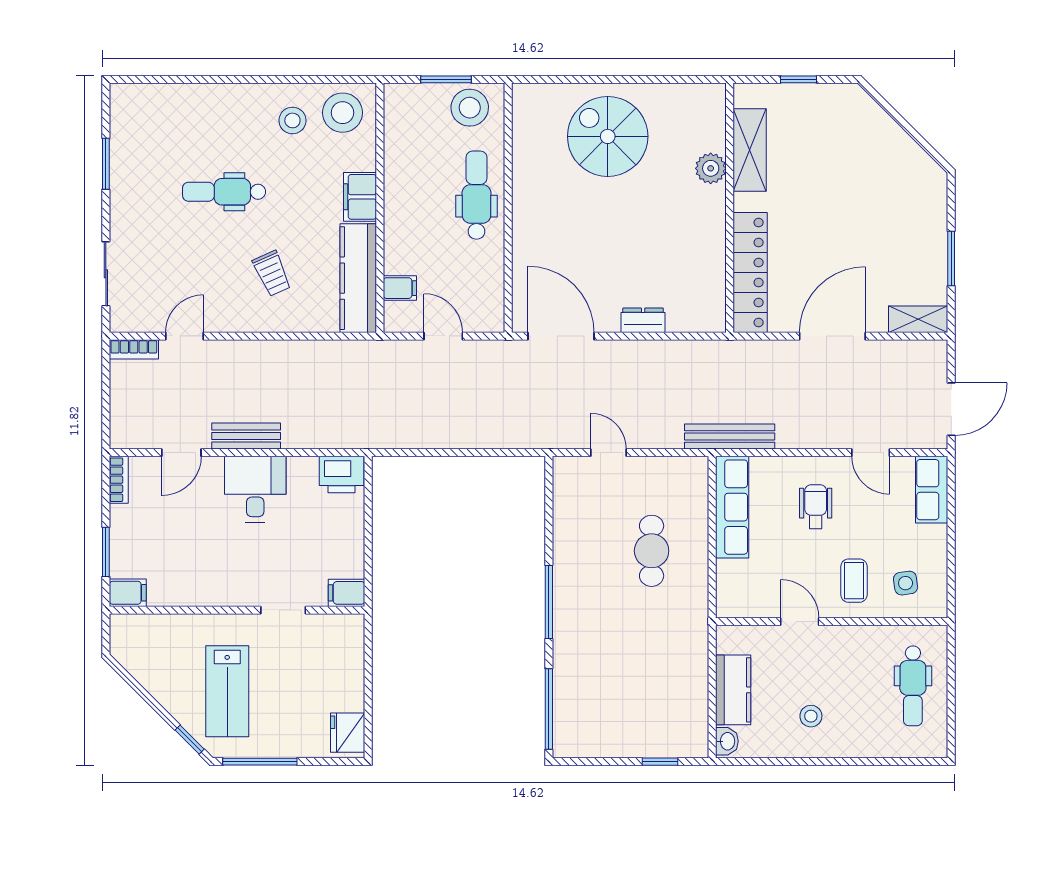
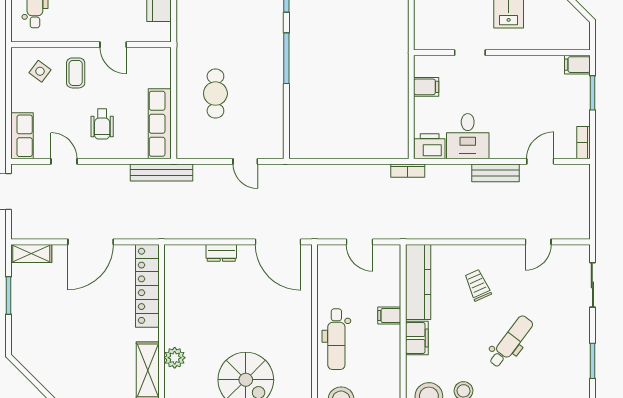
dental chair: (224, 192) -> (511, 342), turned -53
filing cabinet: (400, 288) -> (389, 315), moved
bookcase: (134, 349) -> (408, 171), moved, turned 180
desk: (255, 489) -> (468, 136), moved
side table: (906, 583) -> (40, 71), turned 45
filing cabinet: (346, 593) -> (426, 87), moved

